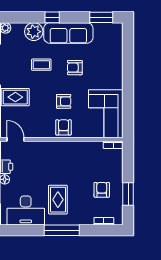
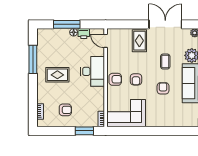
door: (15, 139) -> (106, 41), swing flipped
window: (128, 194) -> (84, 131), moved
desk: (26, 211) -> (93, 71), moved, turned 180
window: (62, 230) -> (33, 59), moved

